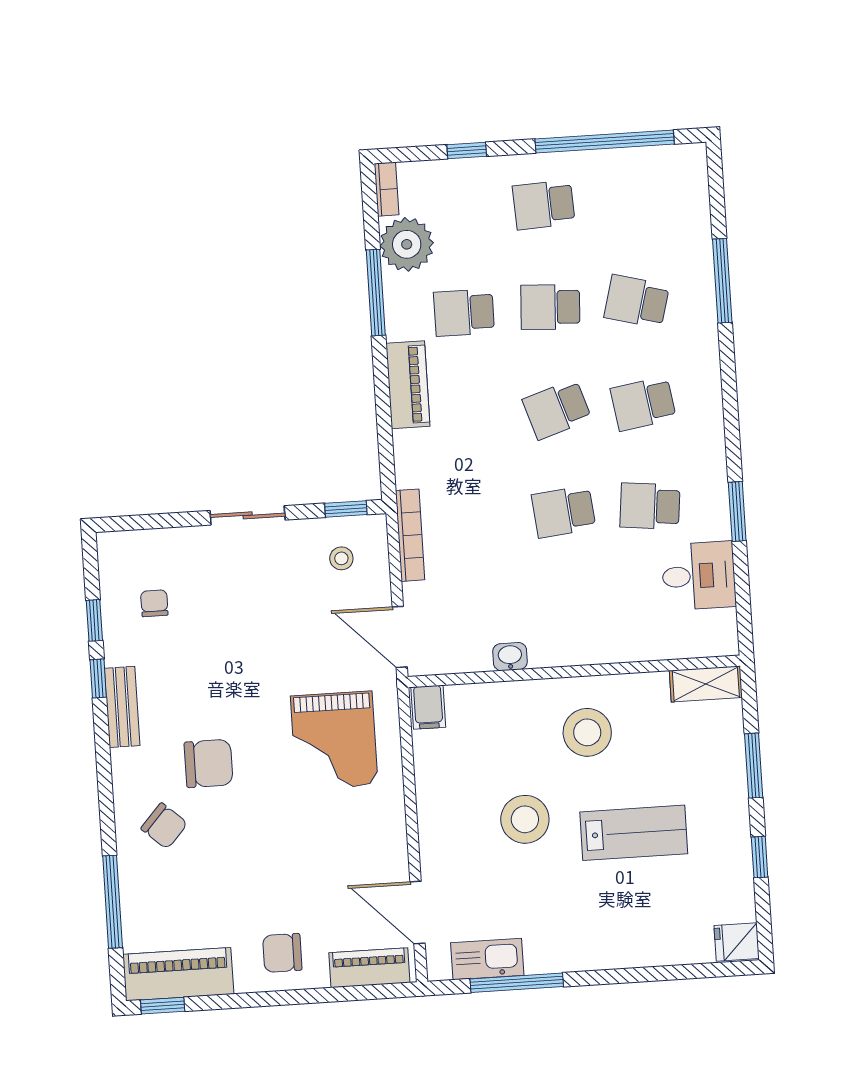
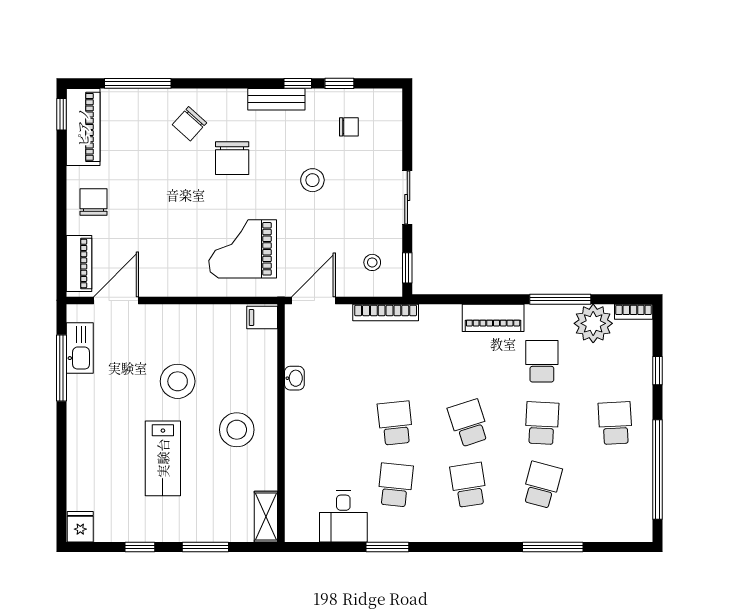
stool: (232, 649) -> (312, 180), added

